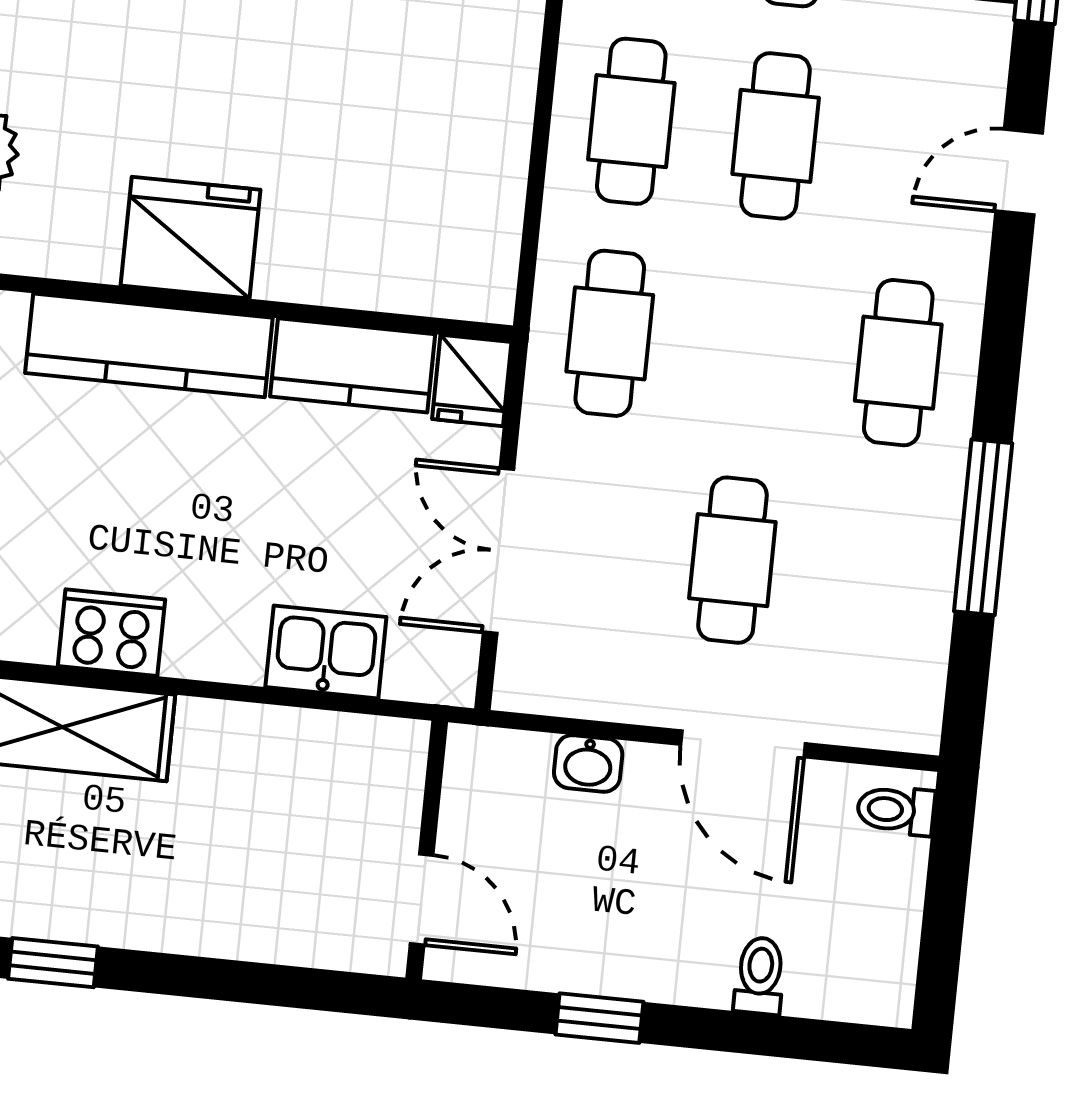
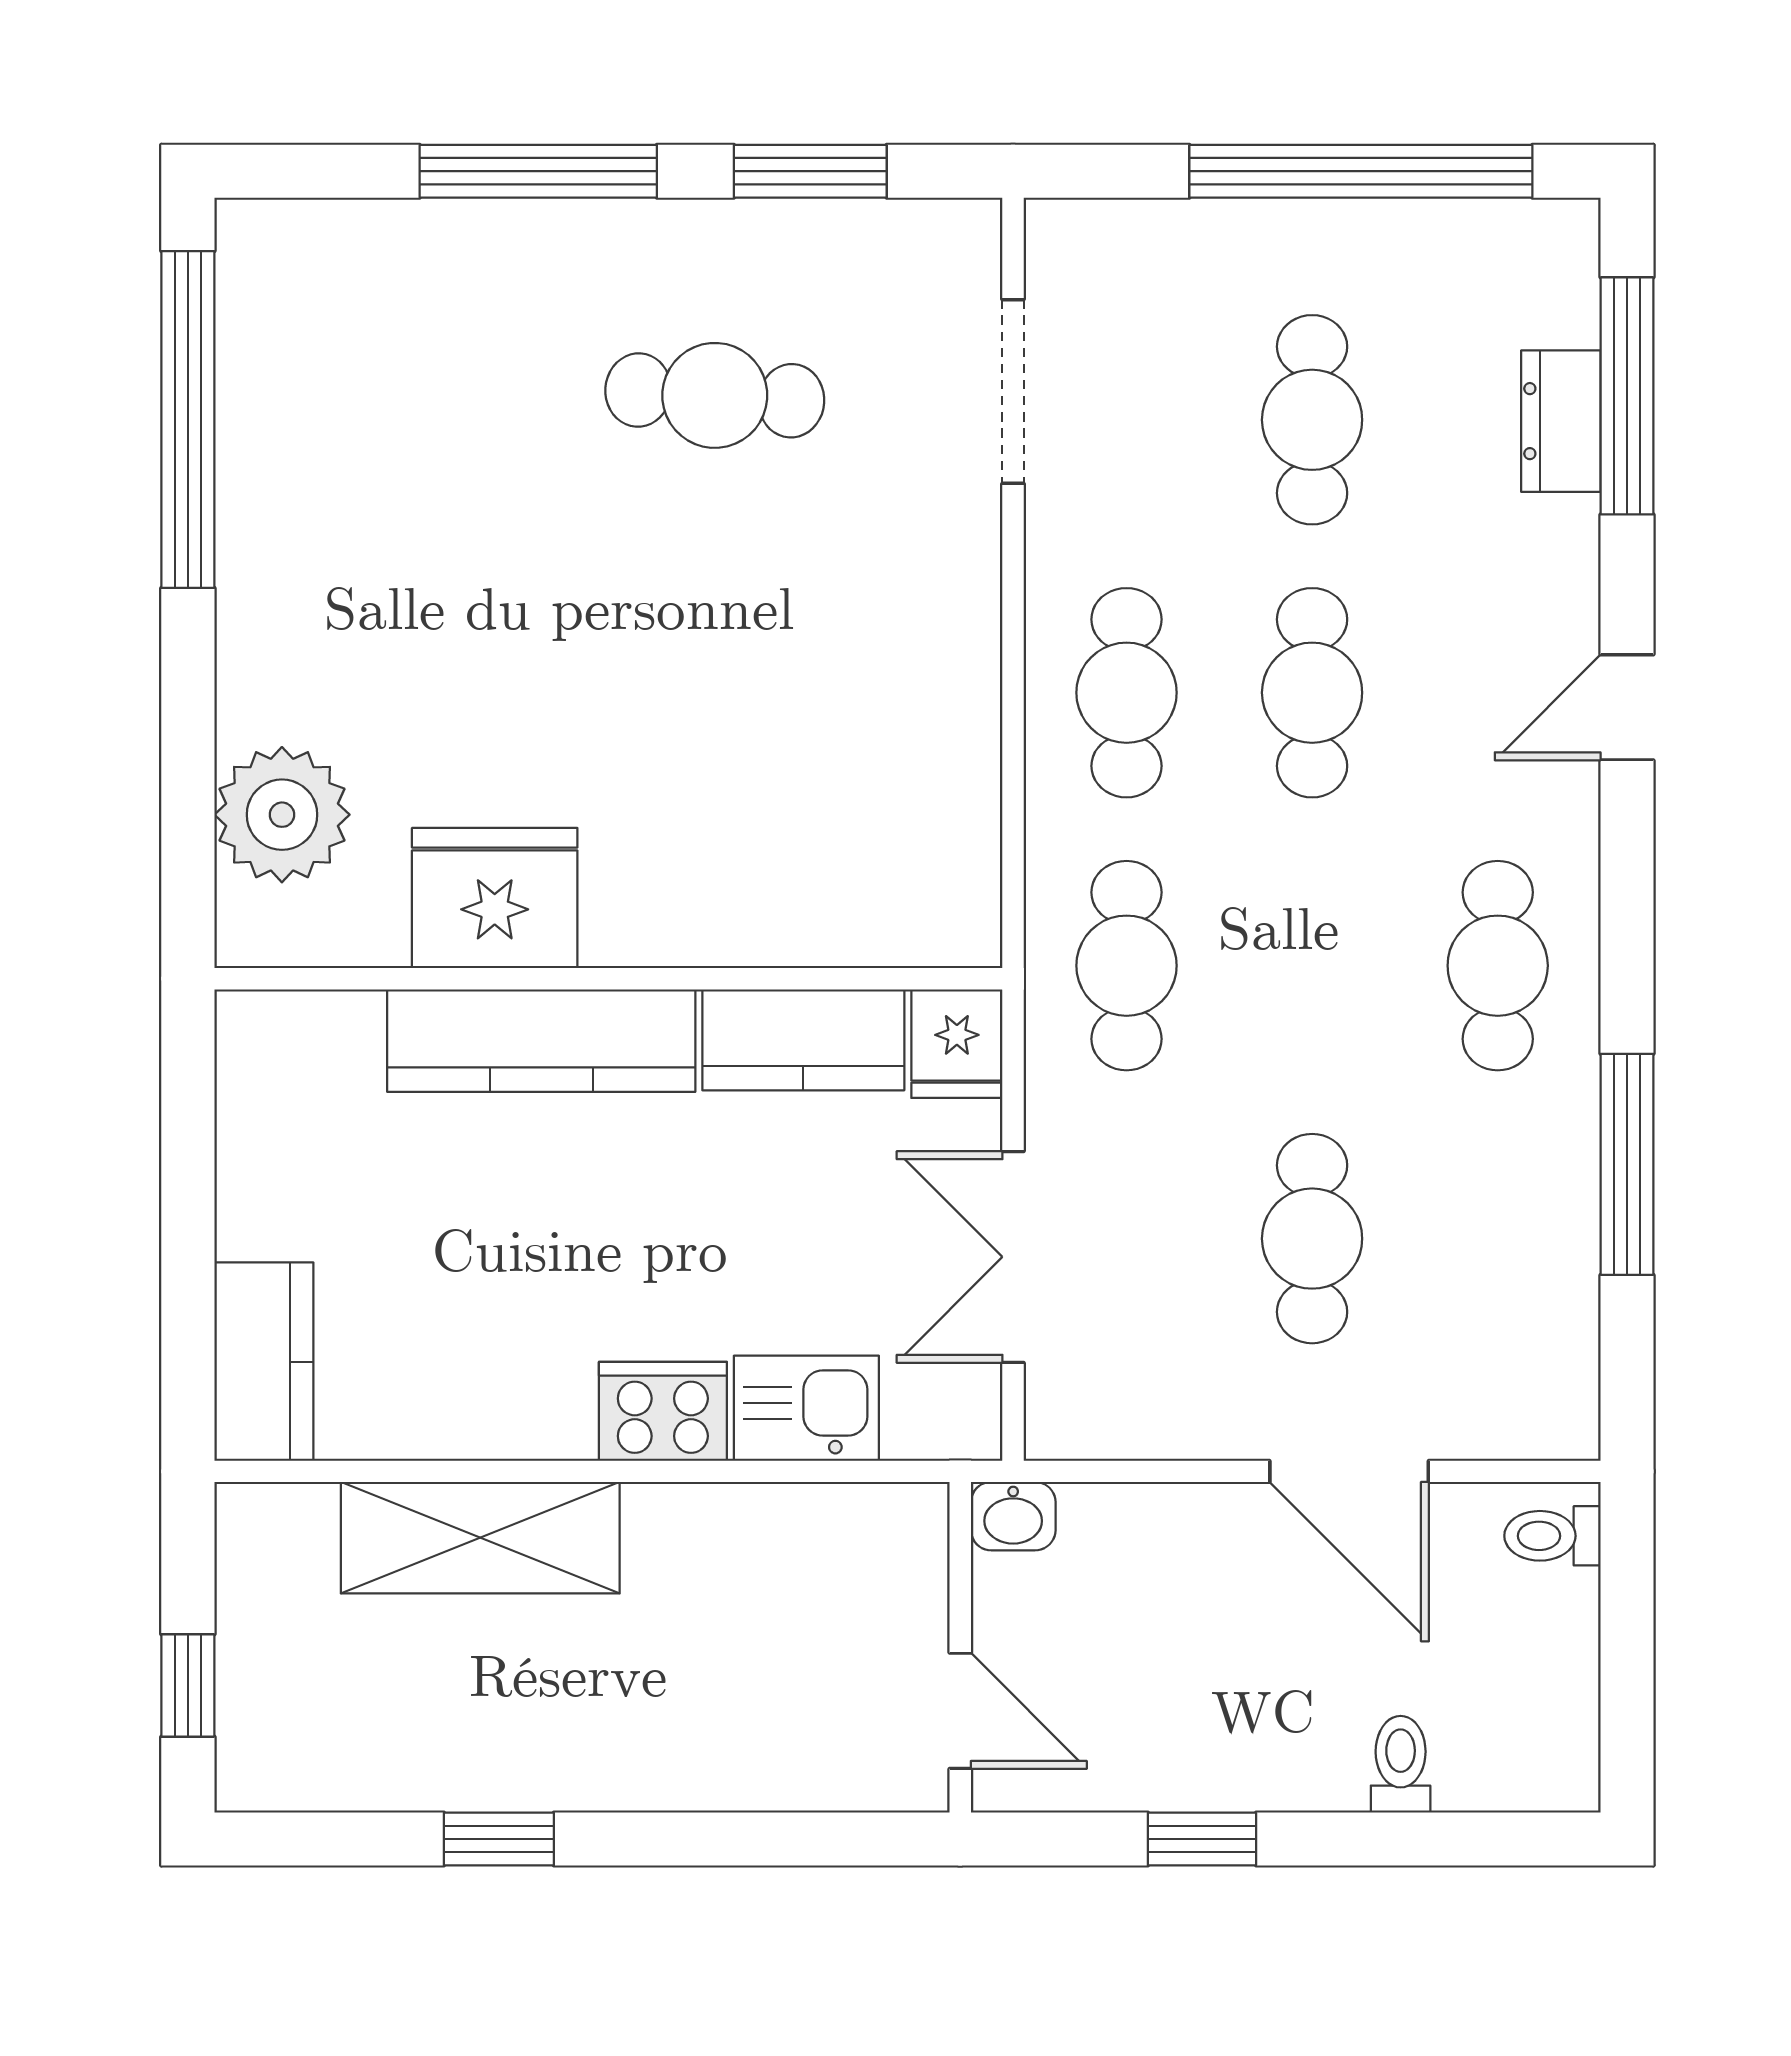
fridge: (191, 238) -> (495, 898), moved
cooker: (111, 633) -> (663, 1411), moved
washbasin: (588, 763) -> (1013, 1516), moved

